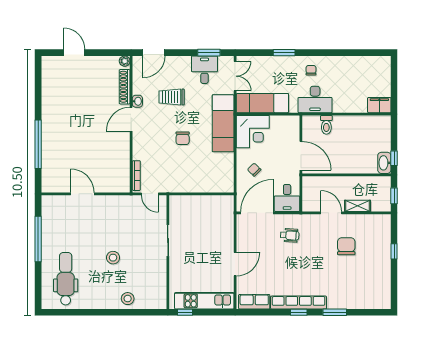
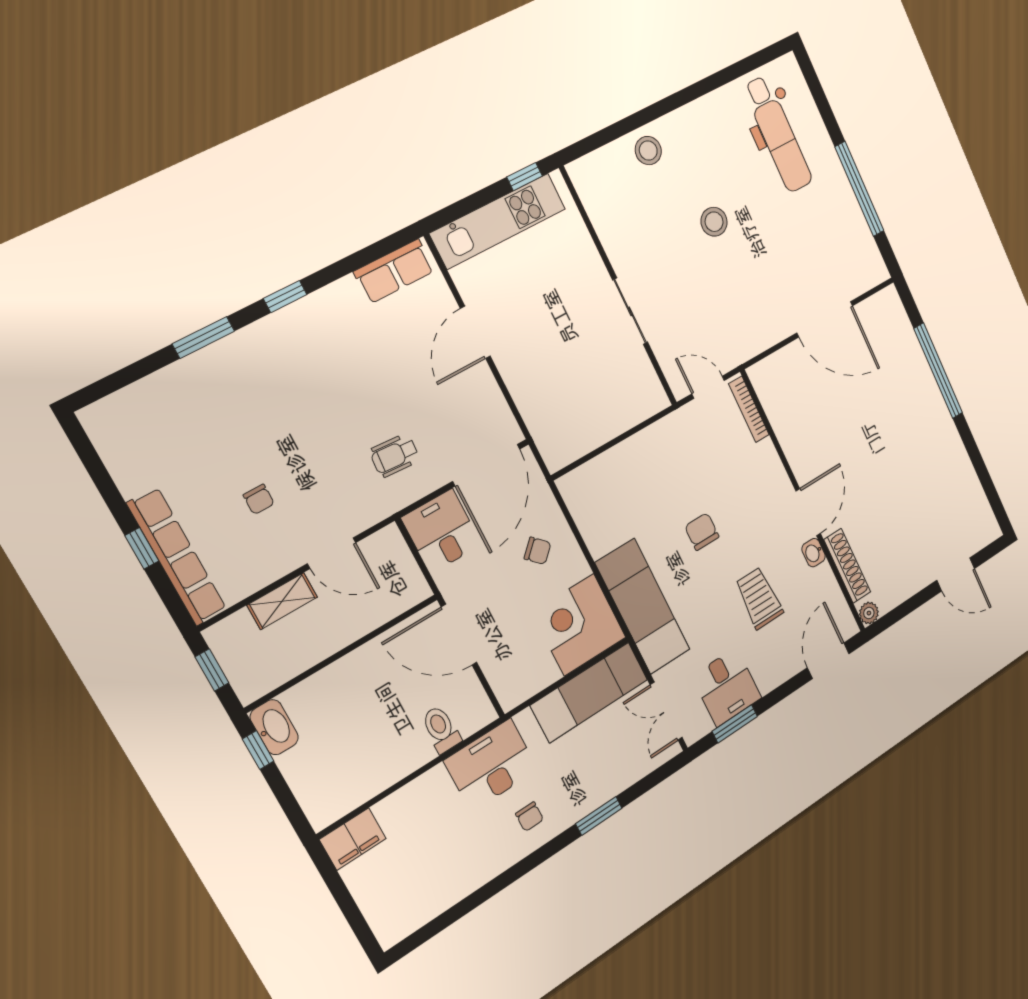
trolley: (172, 97) -> (759, 598), turned -90
door: (82, 194) -> (825, 319), width x1.36
chair: (346, 246) -> (259, 499), width x0.54, depth x0.54
row of seats: (299, 303) -> (177, 557), moved, turned -90

